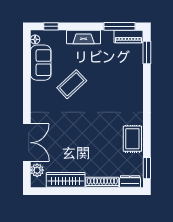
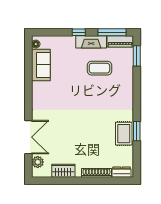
window: (51, 26) -> (79, 32), moved
fireplace: (84, 37) -> (91, 42), moved
coffee table: (72, 84) -> (99, 68), moved, turned 43
window: (147, 168) -> (137, 131), moved
wardrobe: (66, 180) -> (63, 171), width x0.67

